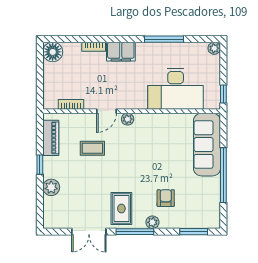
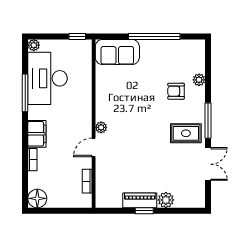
desk: (176, 89) -> (47, 78), moved, turned 180
door: (107, 111) -> (94, 147), swing flipped
piano: (51, 138) -> (140, 200), moved
sofa: (207, 145) -> (117, 52), width x0.73
coffee table: (92, 148) -> (129, 161), removed
plant: (152, 222) -> (199, 80), moved
window: (194, 232) -> (208, 65), removed

